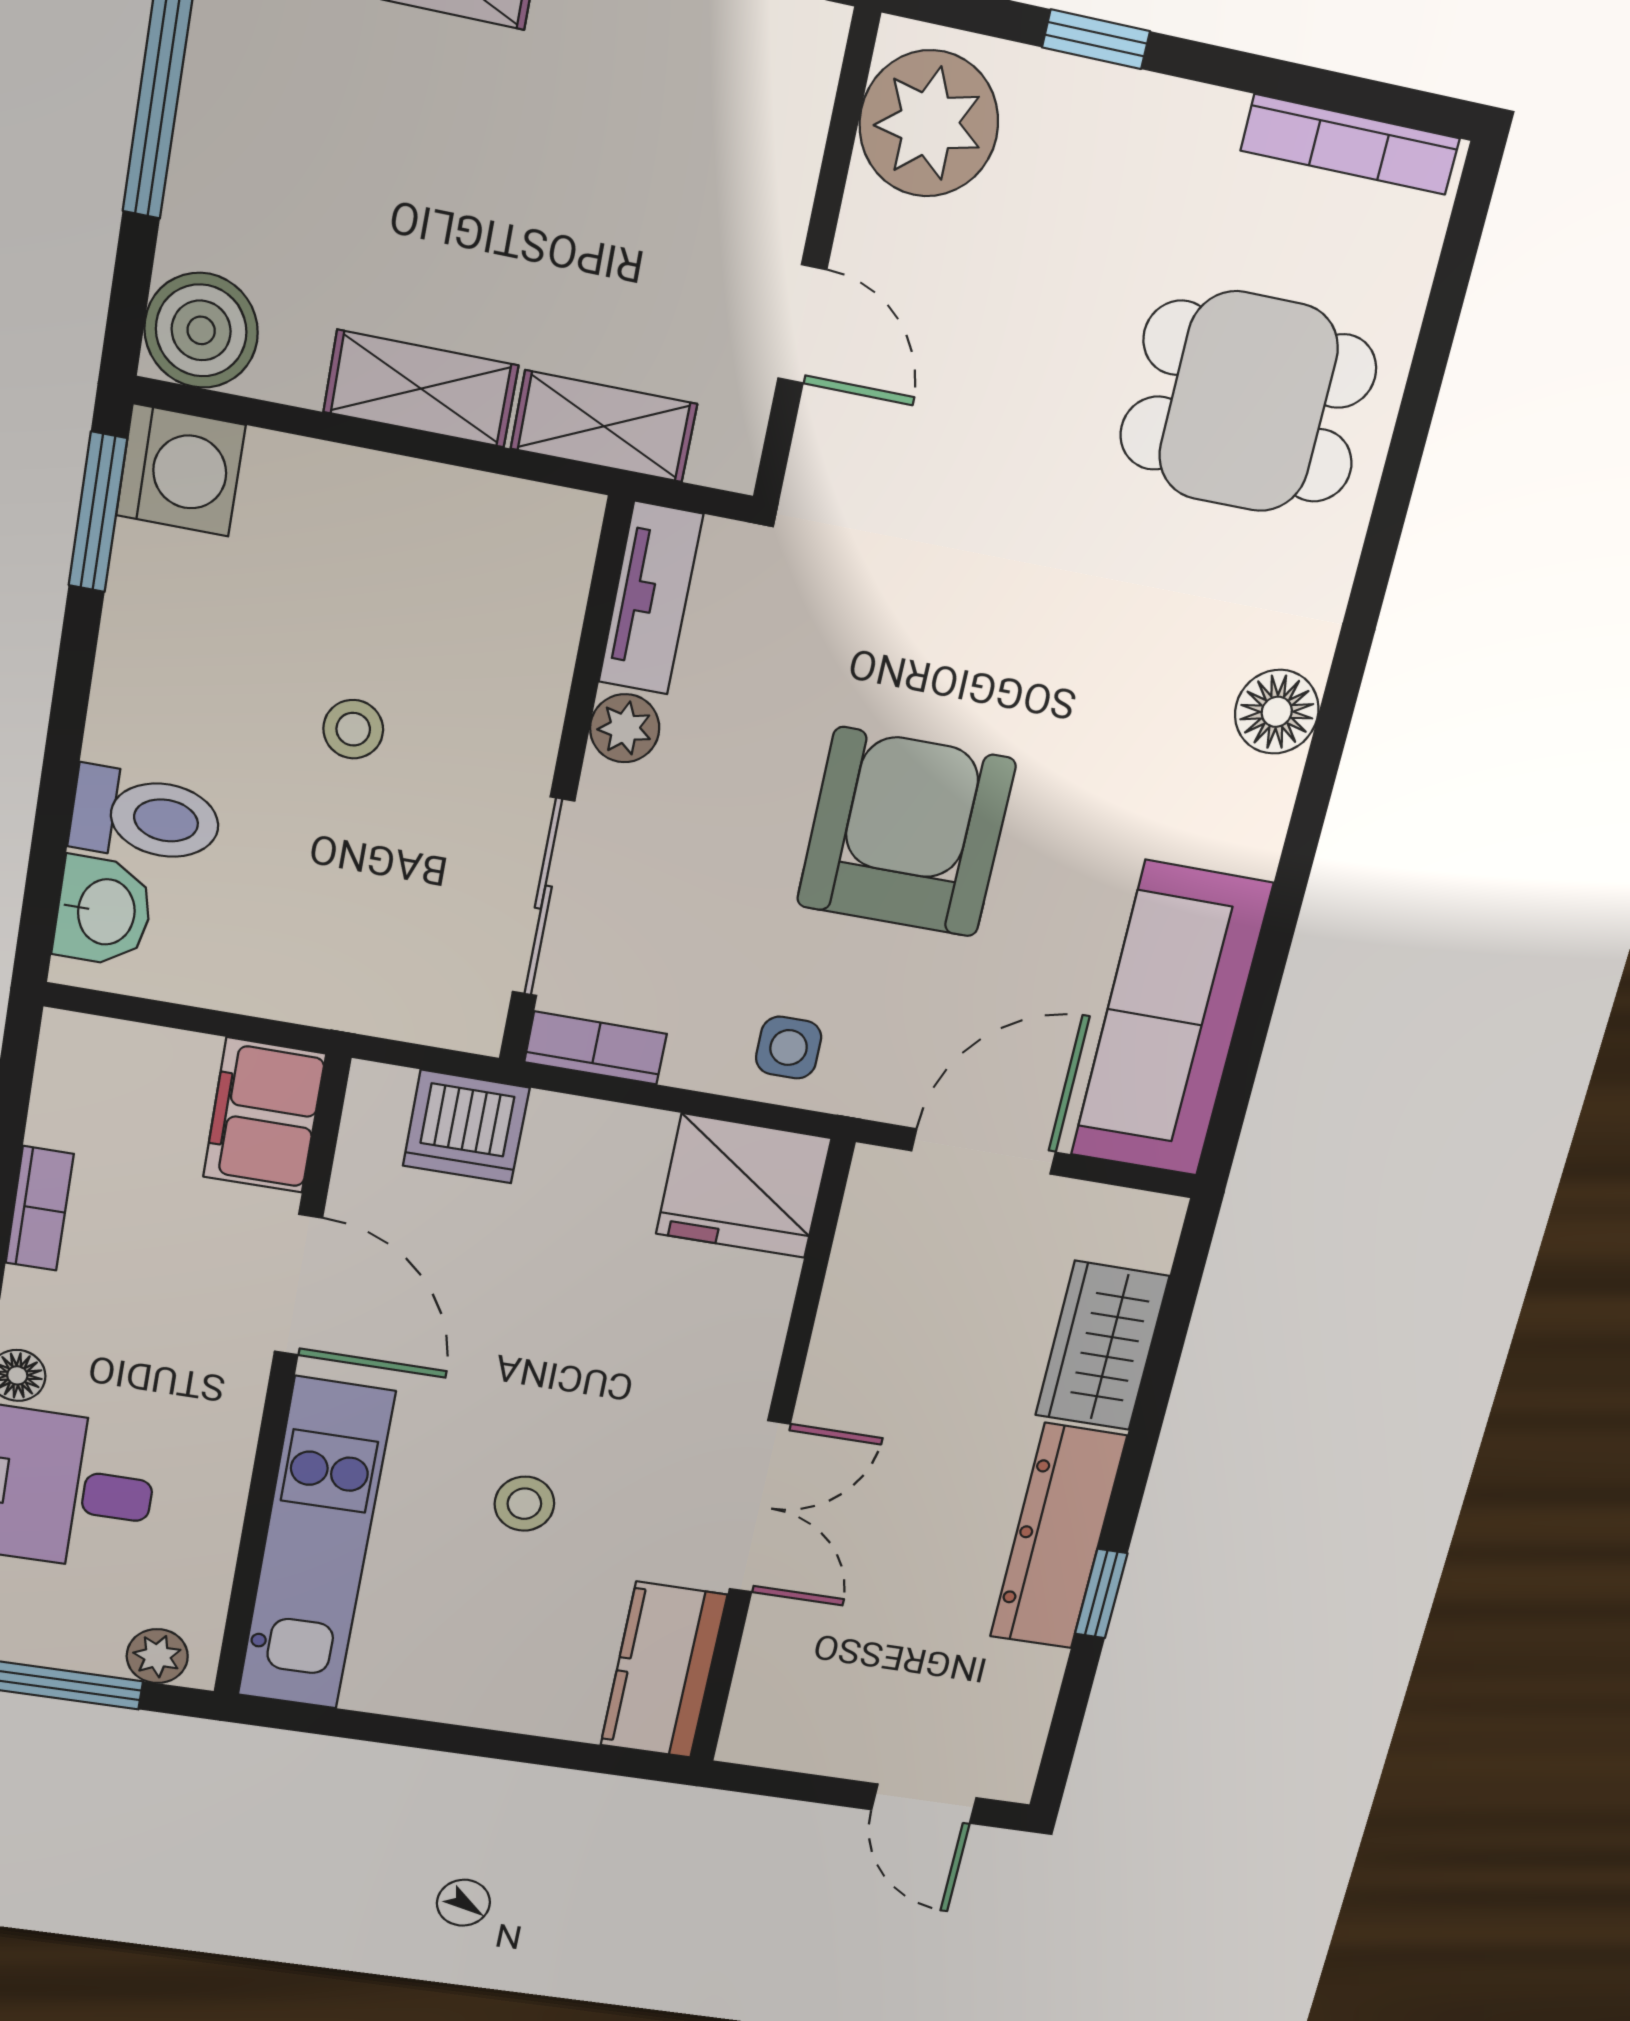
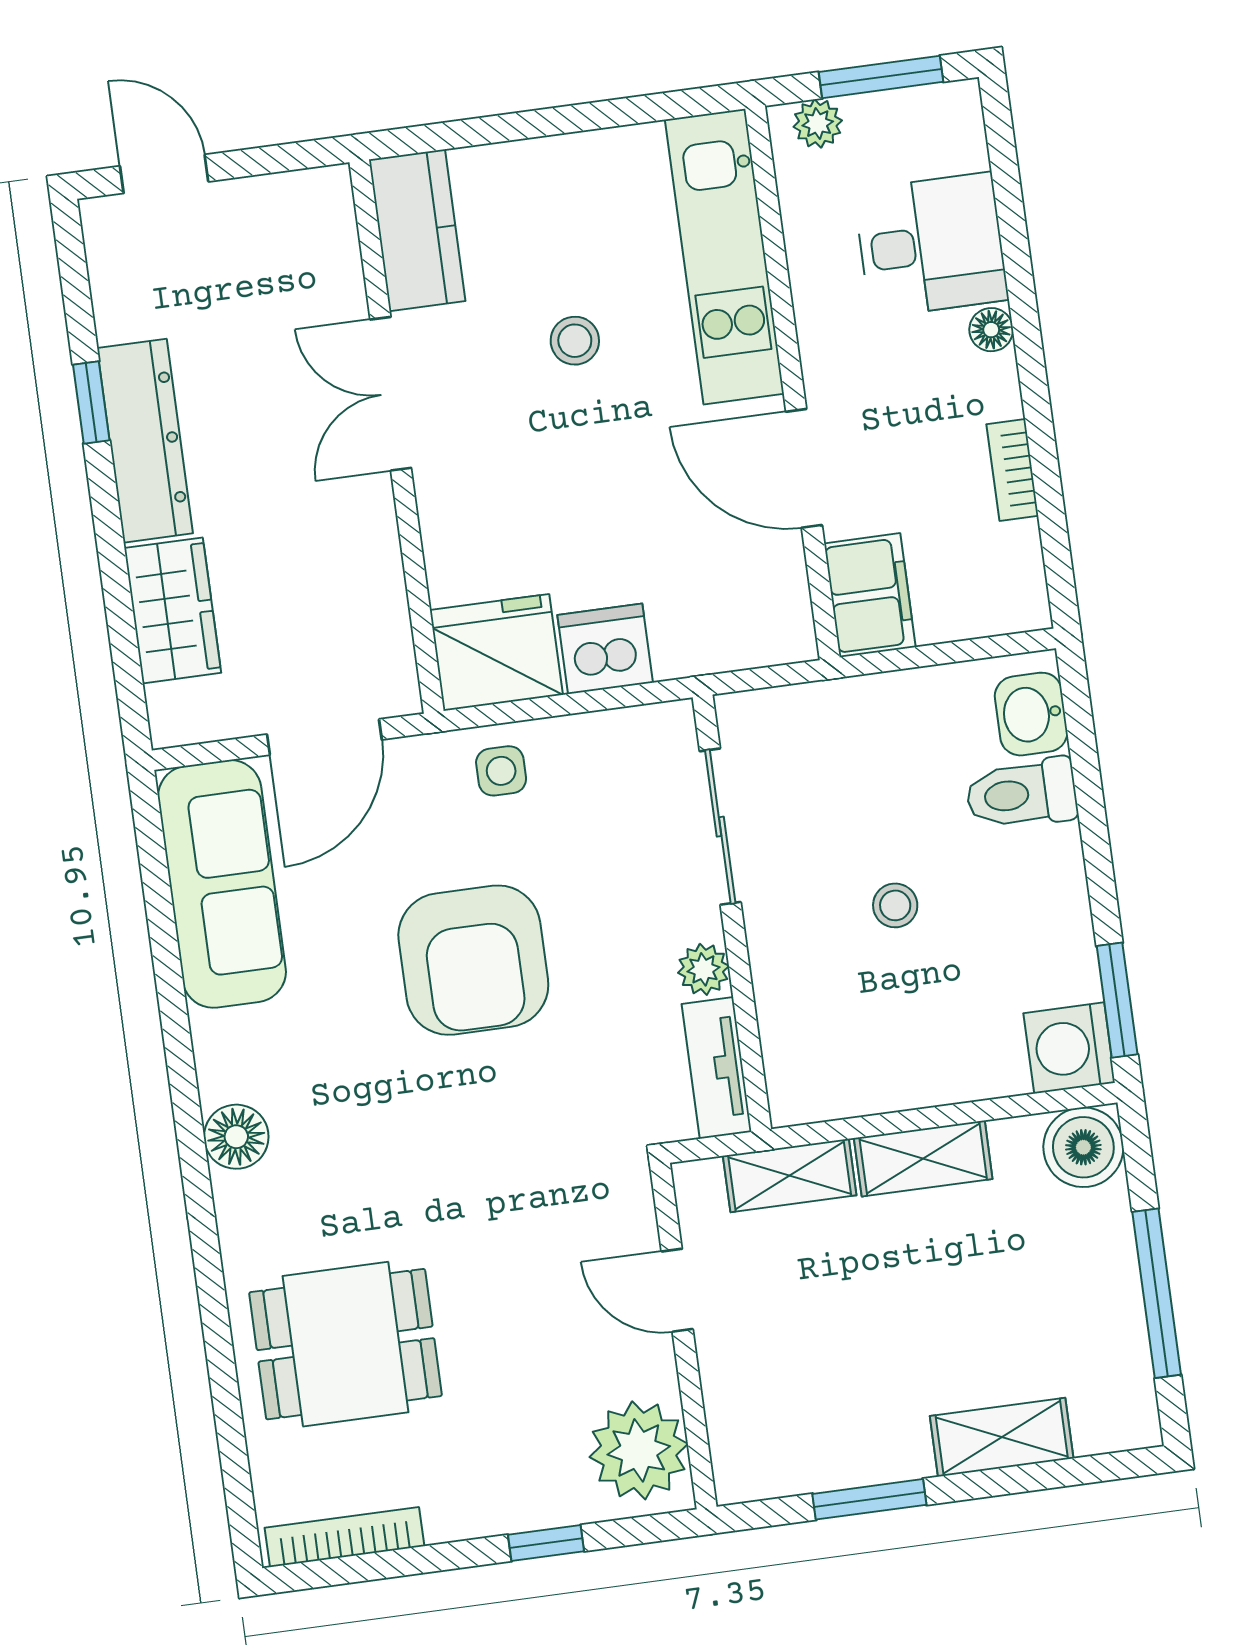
bookcase: (596, 1048) -> (644, 725), removed
dishwasher: (466, 1127) -> (605, 649), moved

